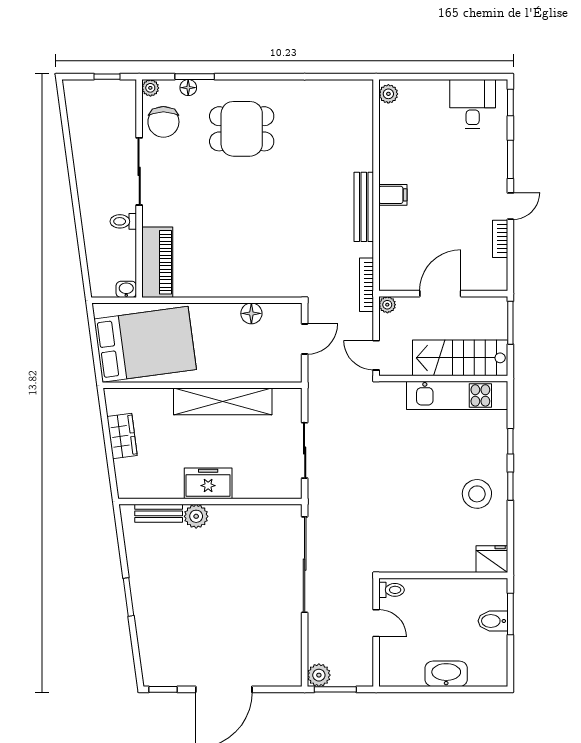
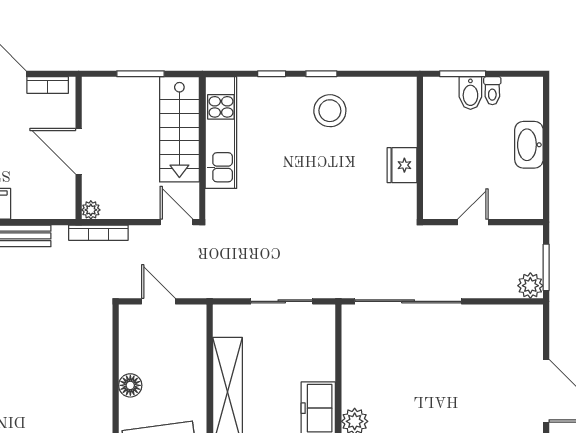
door: (440, 294) -> (79, 151), moved
wall: (443, 294) -> (79, 148), moved
plant: (387, 305) -> (91, 210), moved
floor lamp: (251, 313) -> (130, 385), moved
door: (376, 355) -> (176, 222), swing flipped
fridge: (492, 559) -> (402, 165), moved
toilet: (392, 590) -> (492, 91), moved, turned 180

